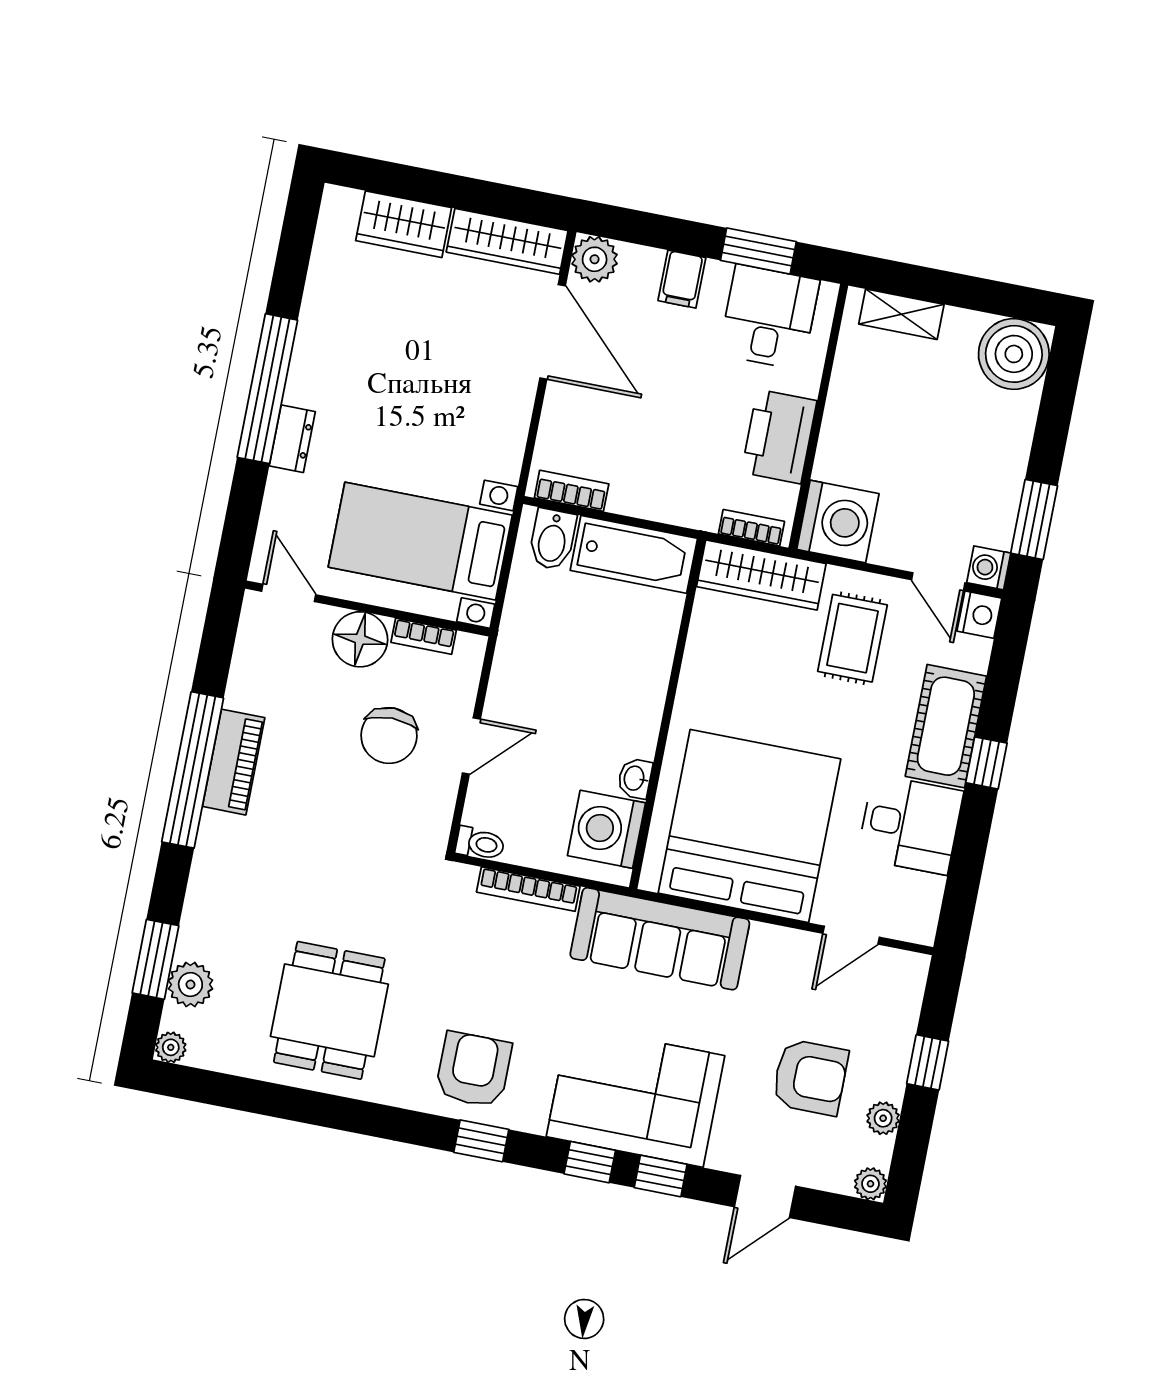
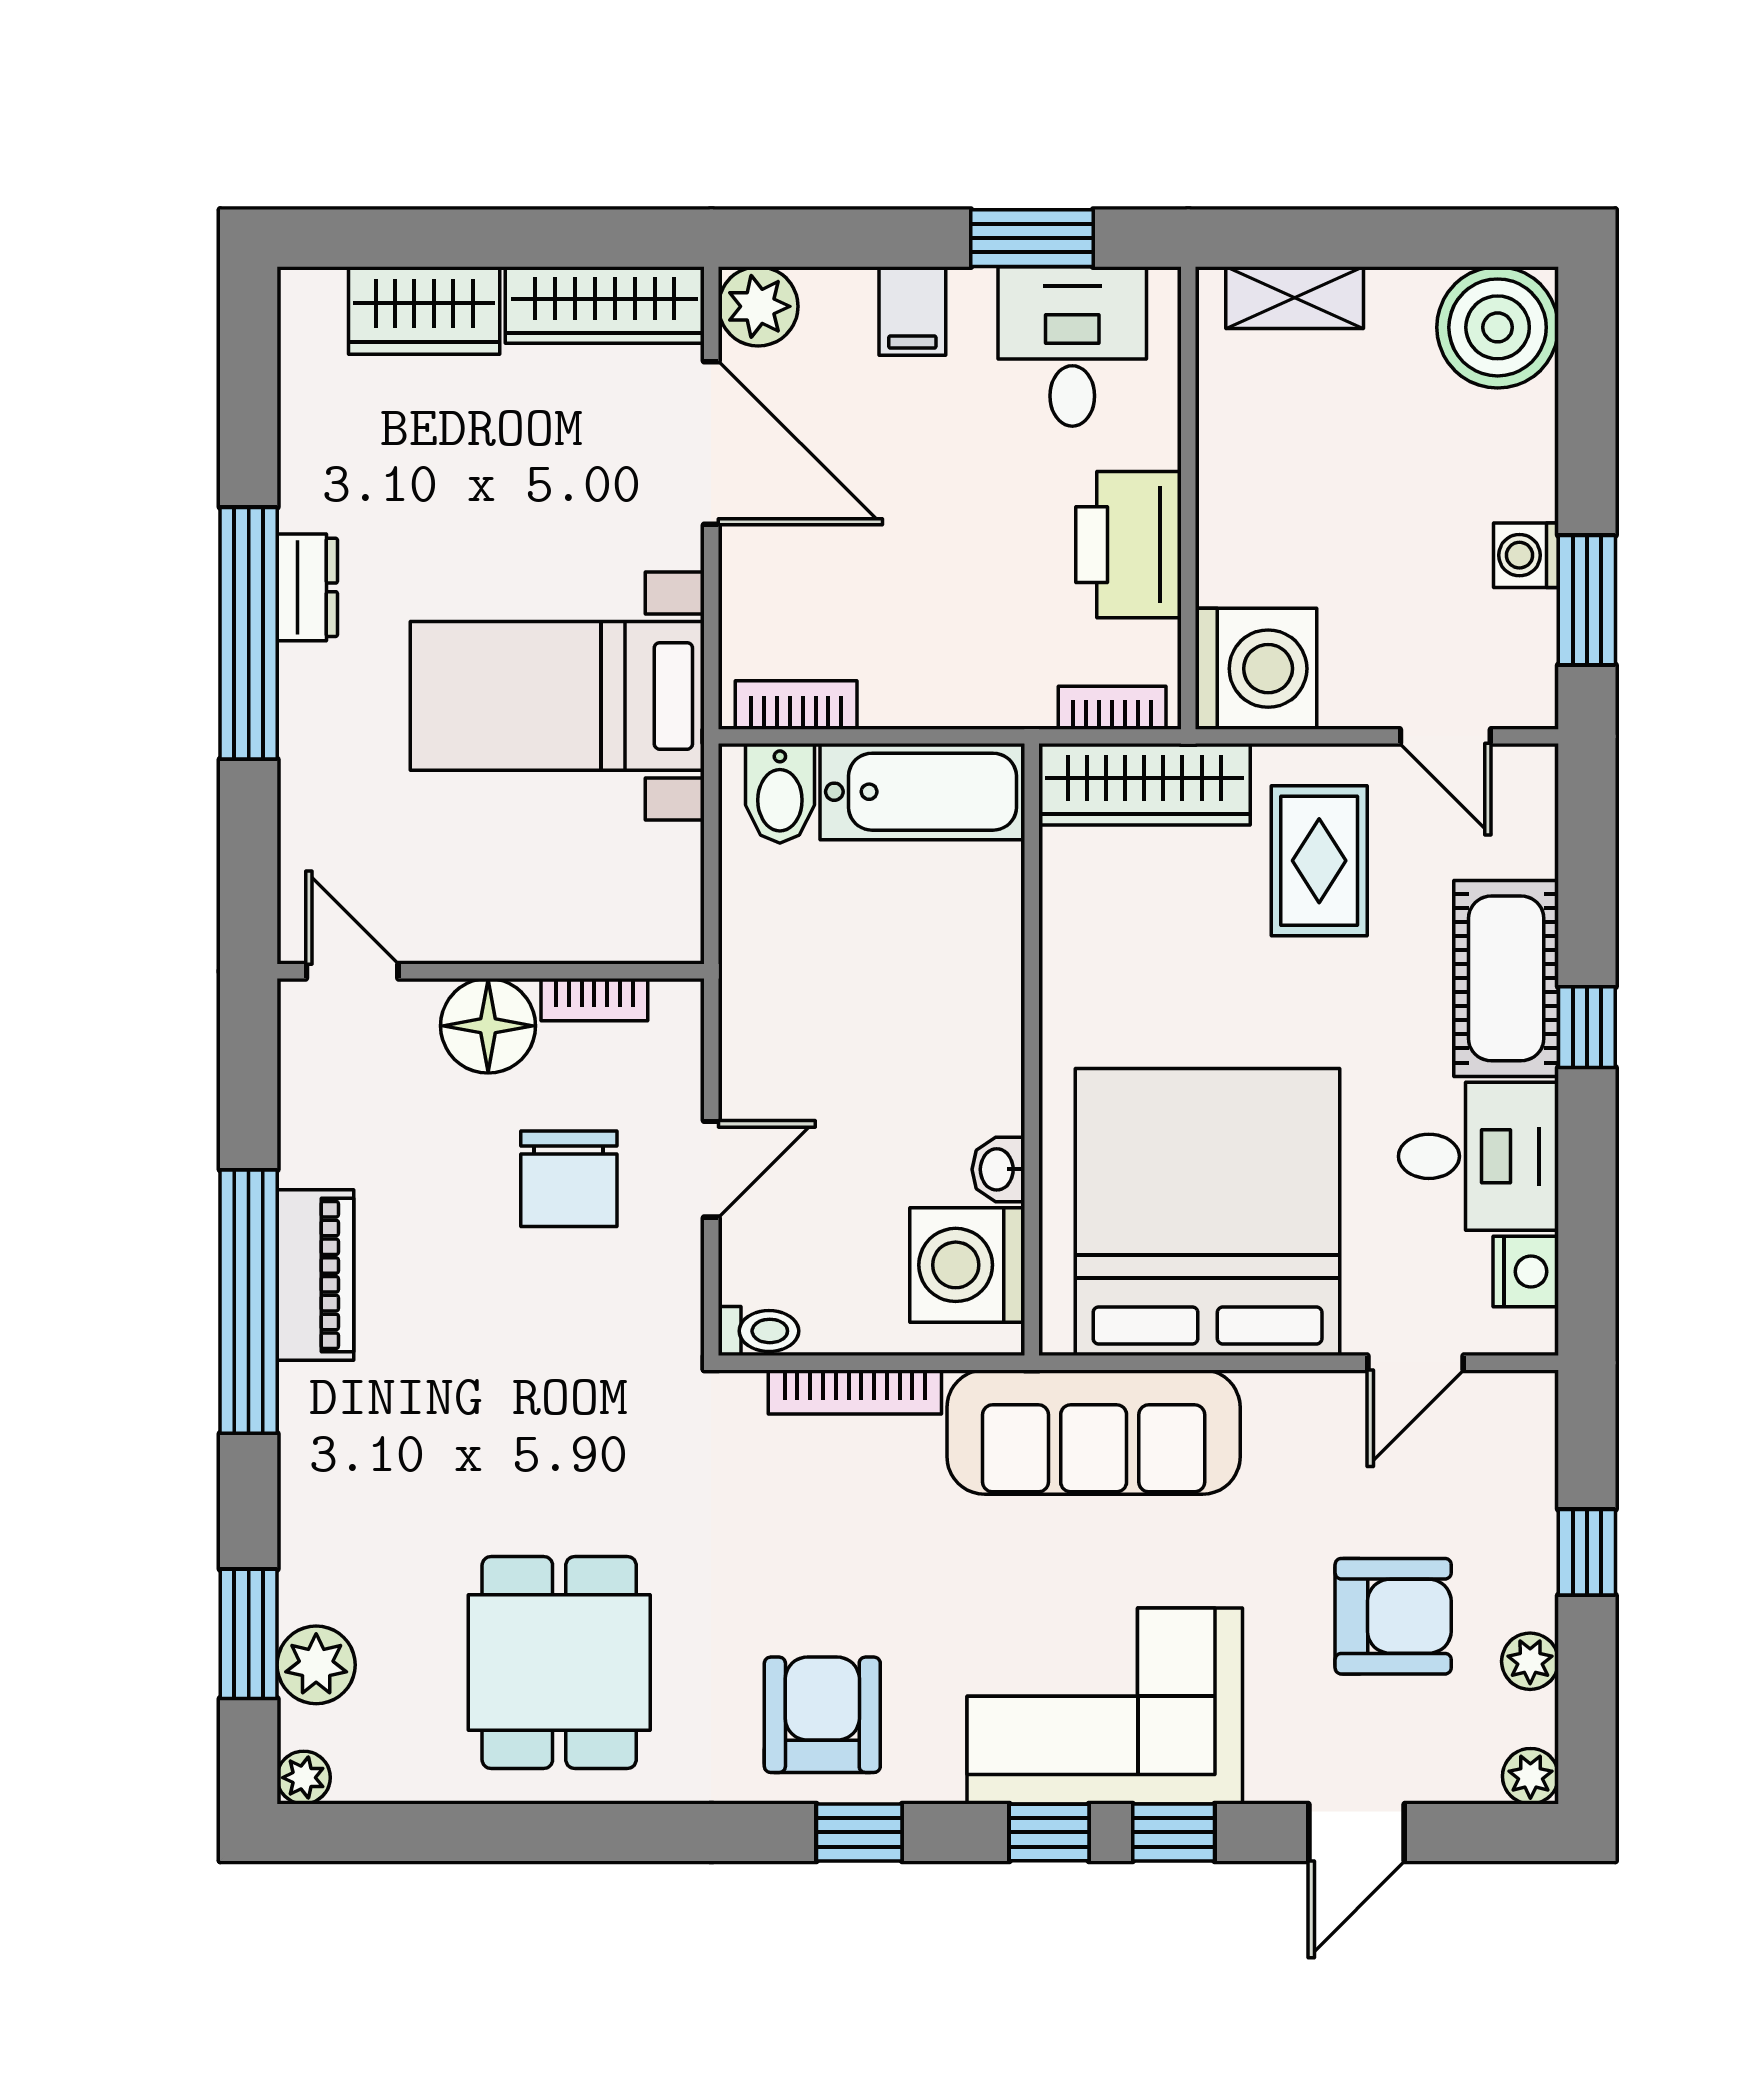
dresser: (292, 439) -> (307, 587), moved
bed with nightstands: (420, 541) -> (557, 696), moved
washing machine: (989, 568) -> (1526, 555), moved
nightstand: (979, 615) -> (1526, 1272), moved

